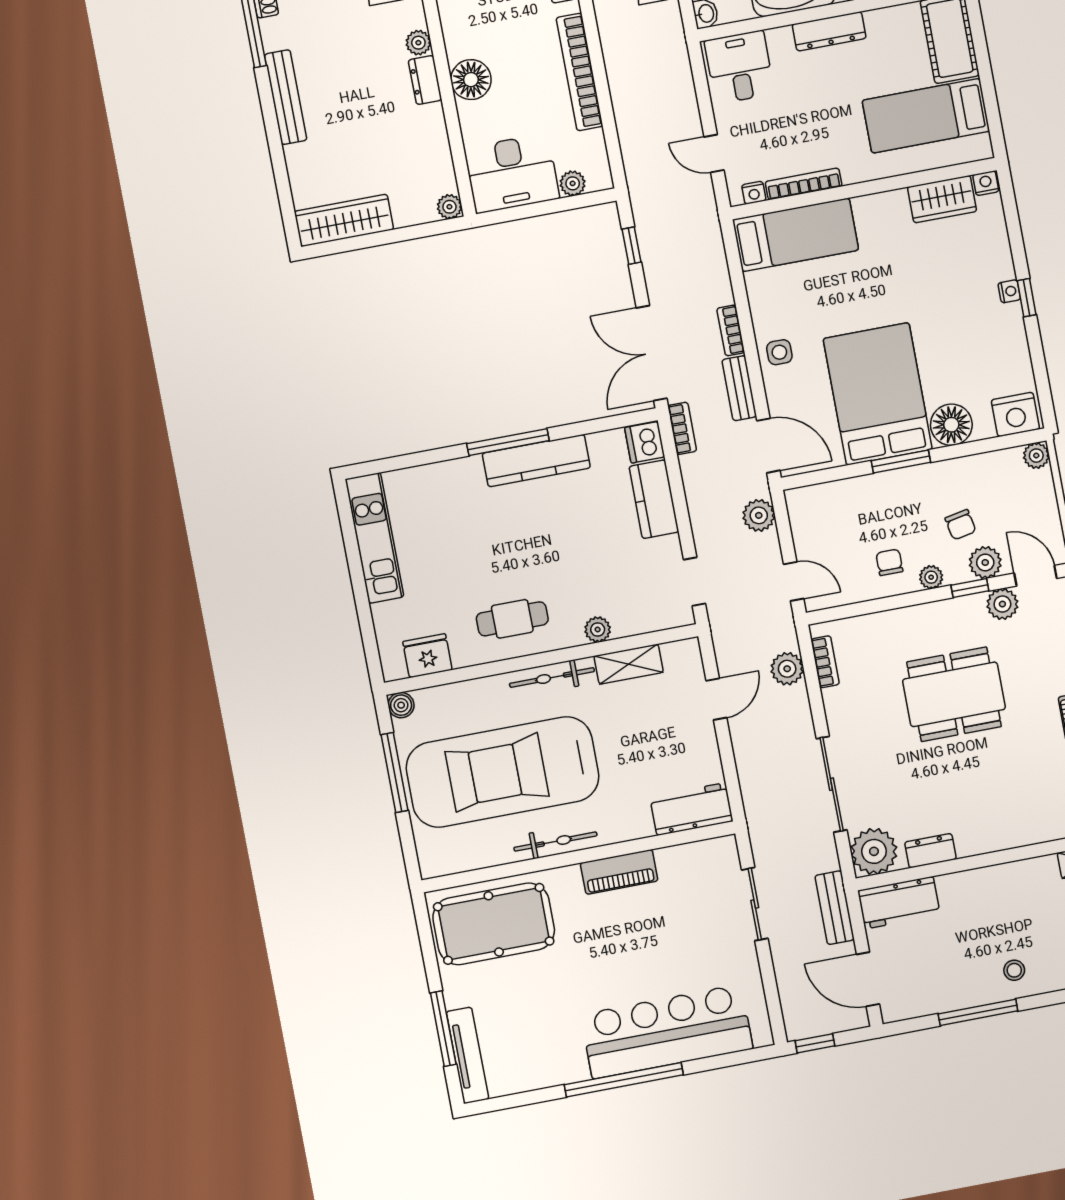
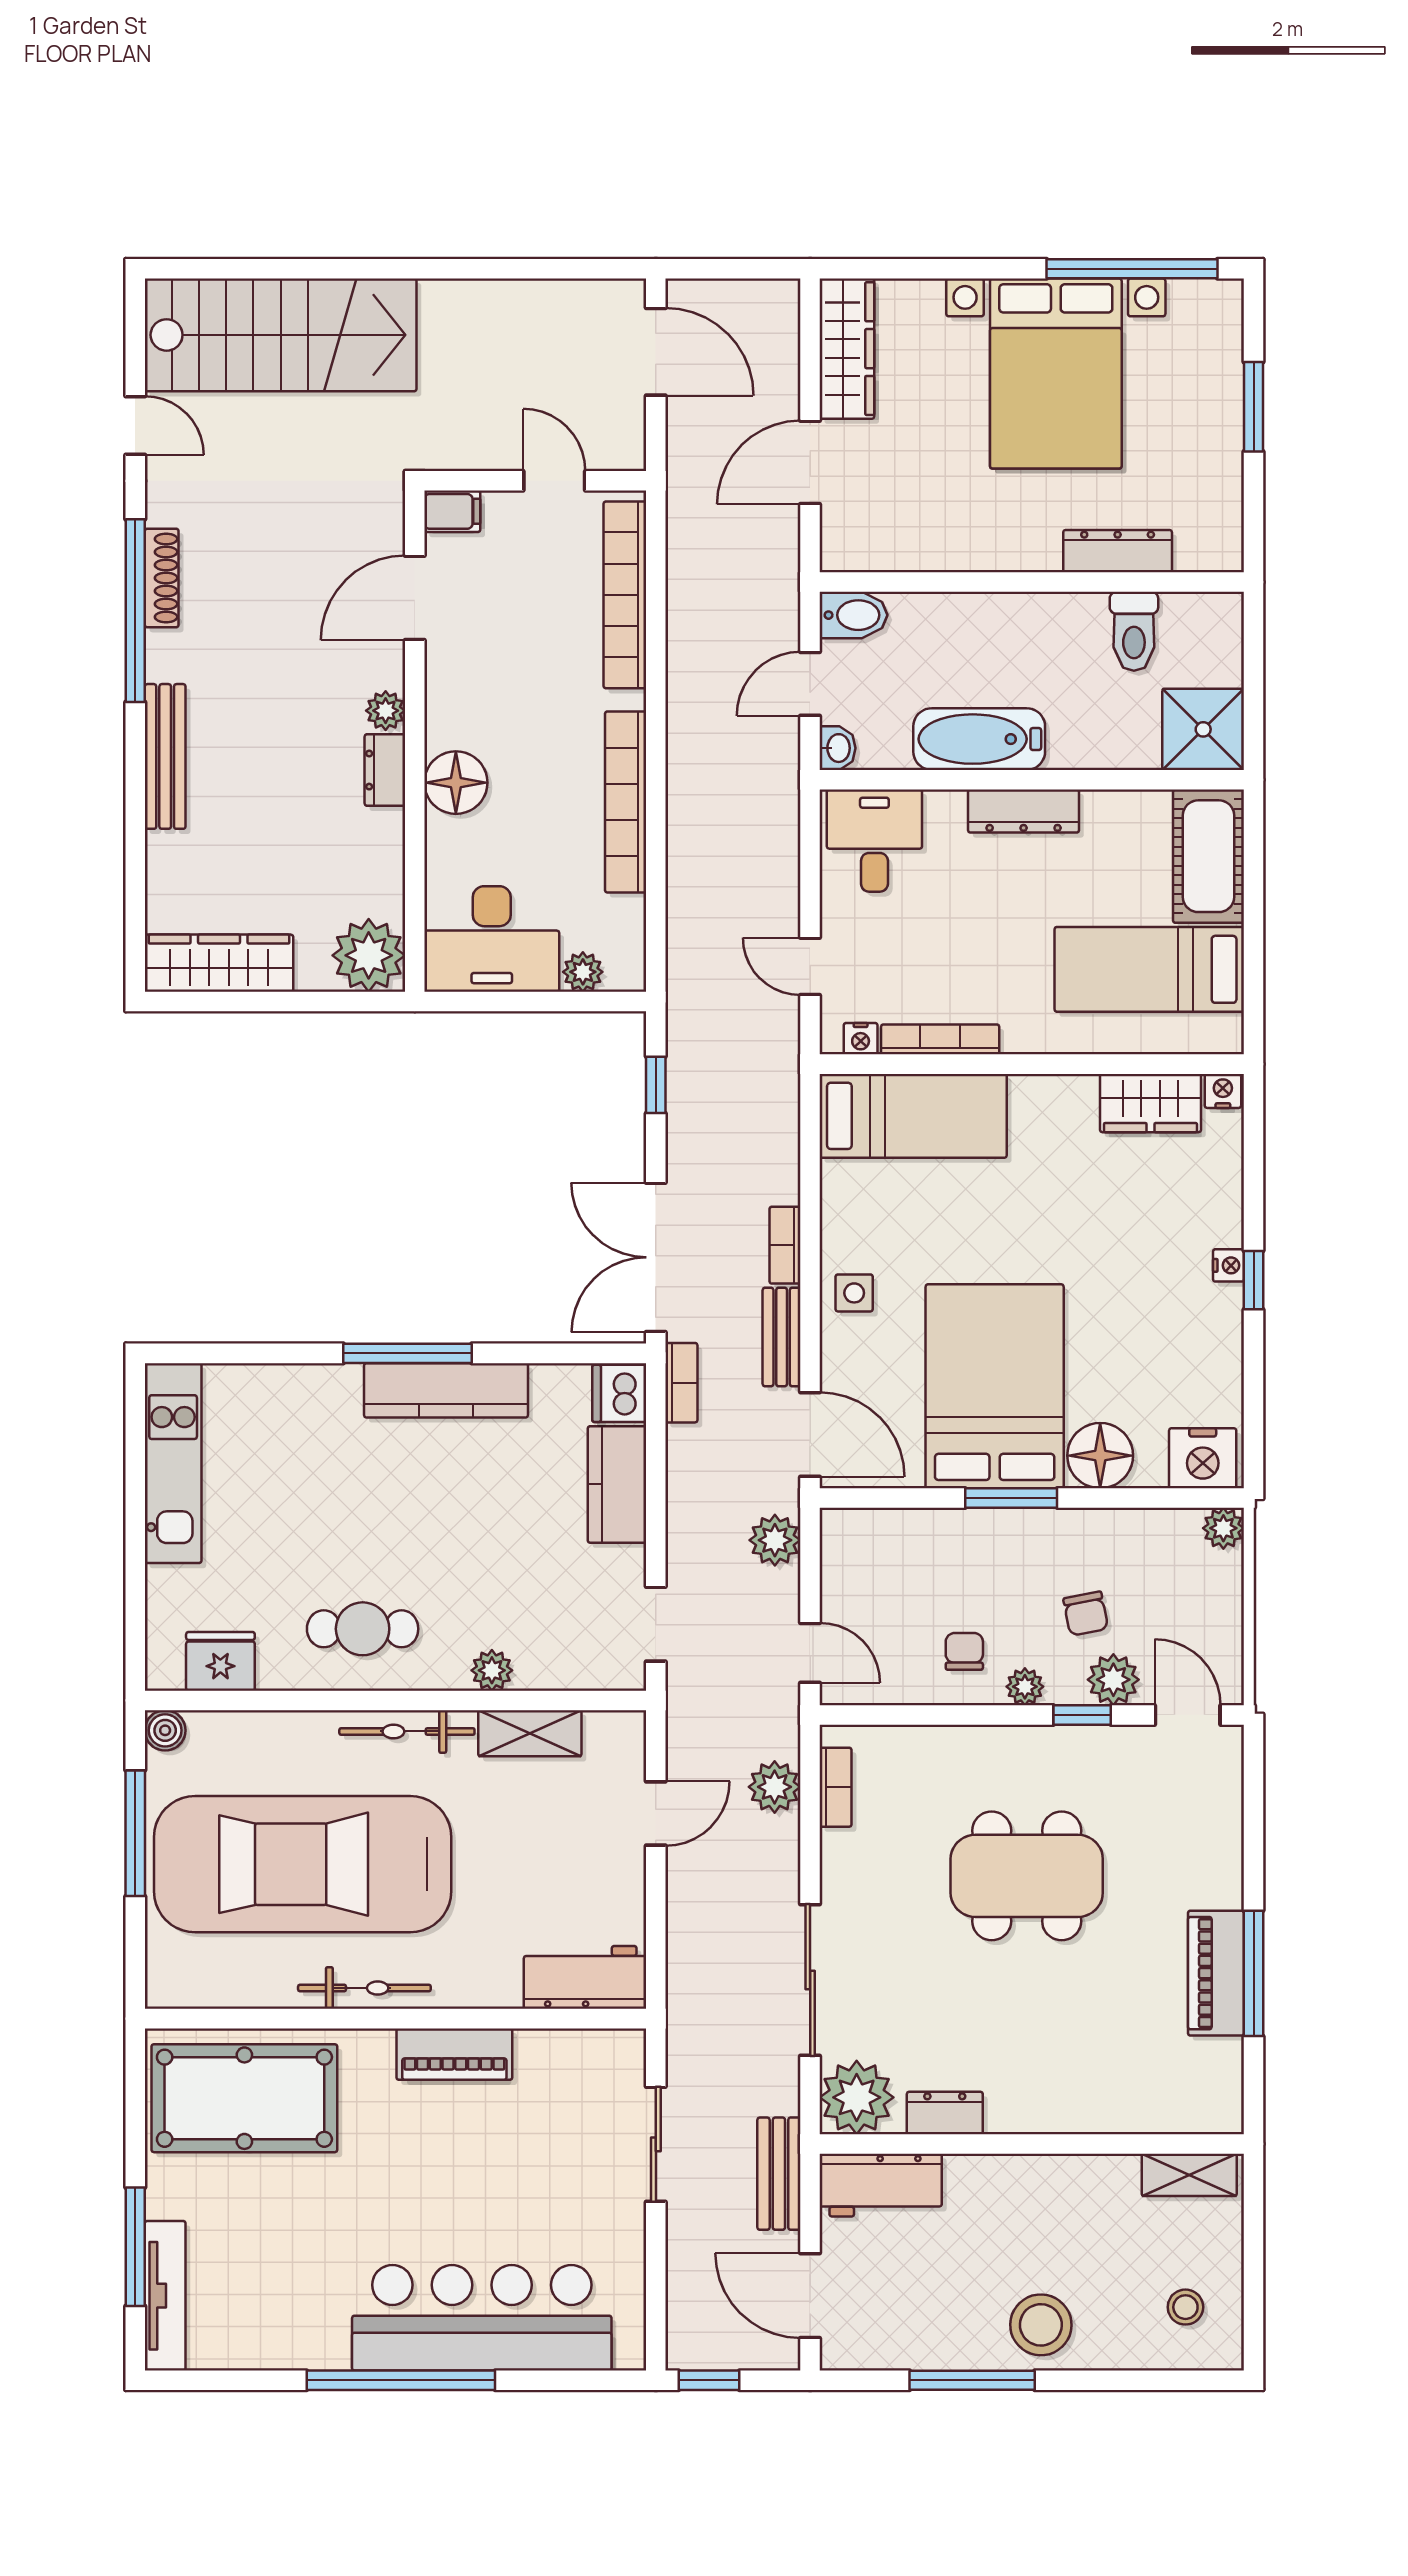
plant: (449, 207) -> (369, 955), width x1.88, depth x1.88
plant: (1002, 604) -> (1128, 1749), removed
stool: (1014, 970) -> (1041, 2325), width x1.89, depth x1.89

